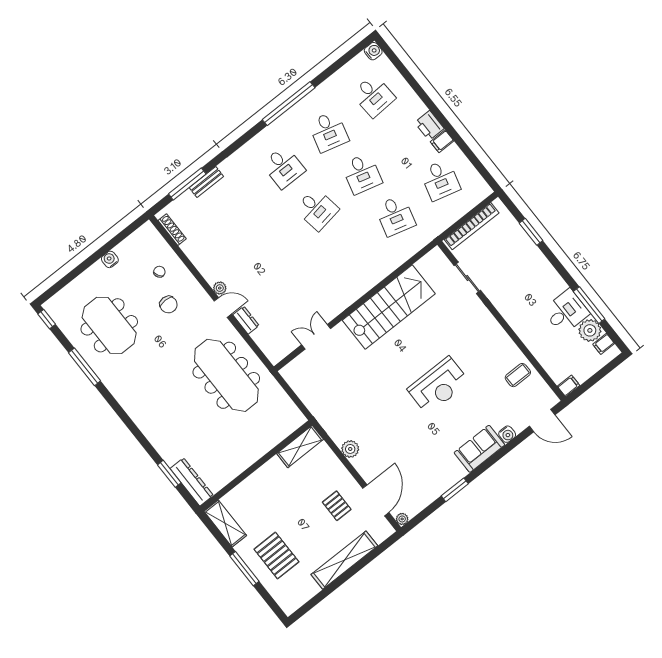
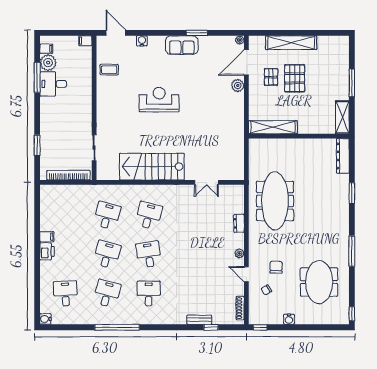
desk: (440, 180) -> (149, 216), moved
window: (187, 184) -> (211, 327), width x0.46
window: (134, 226) -> (260, 327), added
door: (223, 307) -> (246, 274), moved
window: (84, 367) -> (352, 251), moved
shelving: (300, 446) -> (273, 127), width x1.47
plant: (350, 449) -> (238, 86), moved
sofa: (479, 449) -> (182, 45), moved
window: (169, 474) -> (352, 193), moved
pallet: (276, 556) -> (295, 78), moved

